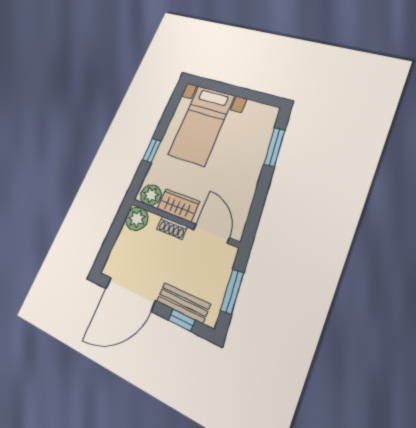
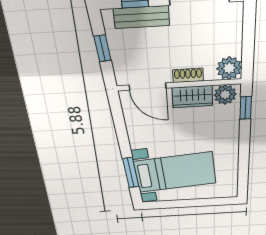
bed with nightstands: (201, 125) -> (175, 172), moved, turned 85
window: (152, 151) -> (246, 108), moved
window: (232, 292) -> (102, 48), width x0.67

